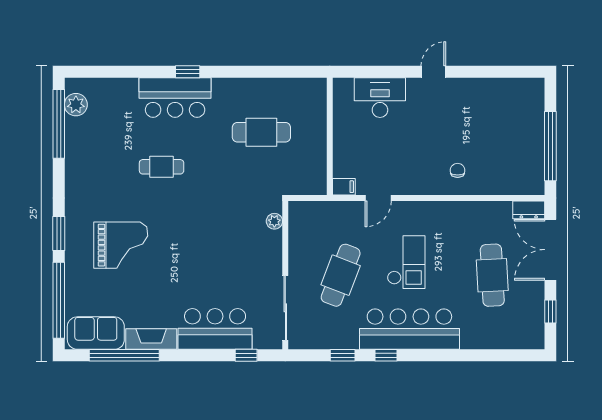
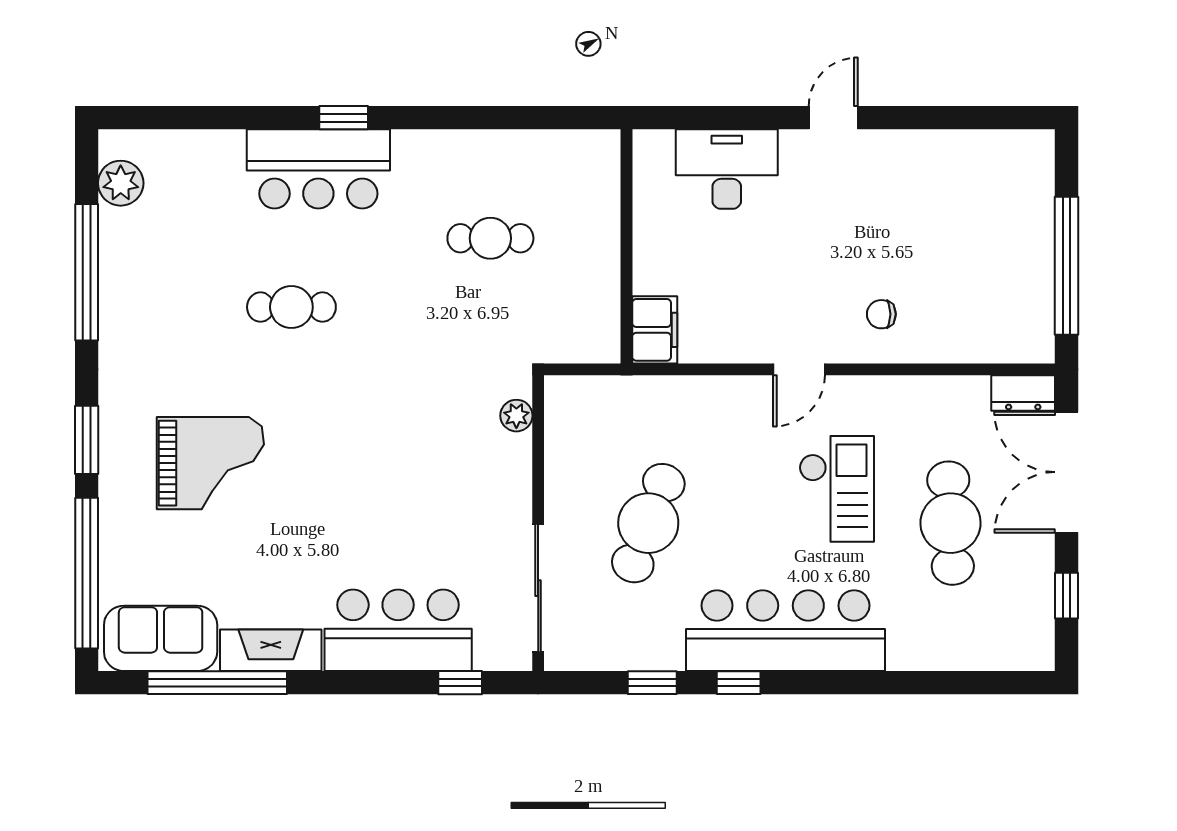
window: (59, 124) -> (87, 272), moved
cafe table: (261, 132) -> (490, 238), width x0.73, depth x0.74
chair: (458, 170) -> (881, 314), turned -90
filing cabinet: (344, 187) -> (655, 330), width x2.00
door: (378, 198) -> (799, 369), moved
checkout: (406, 262) -> (837, 489), moved

